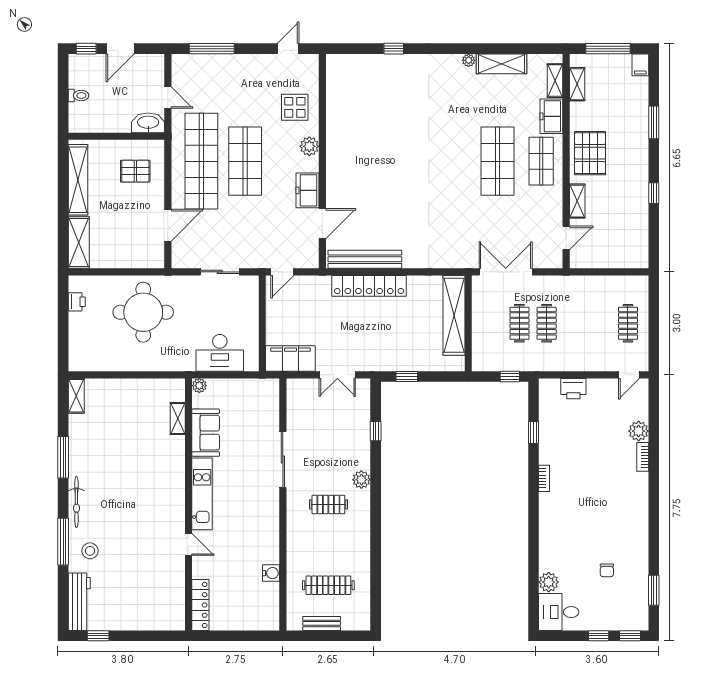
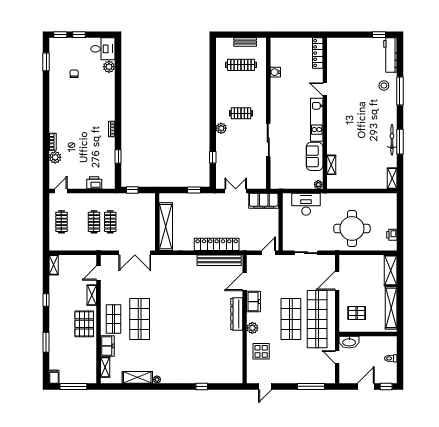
shelving: (577, 84) -> (54, 265), moved
dresser: (336, 170) -> (237, 314), added
clothes rail: (519, 323) -> (94, 222), moved
bicycle: (76, 502) -> (392, 140), moved

